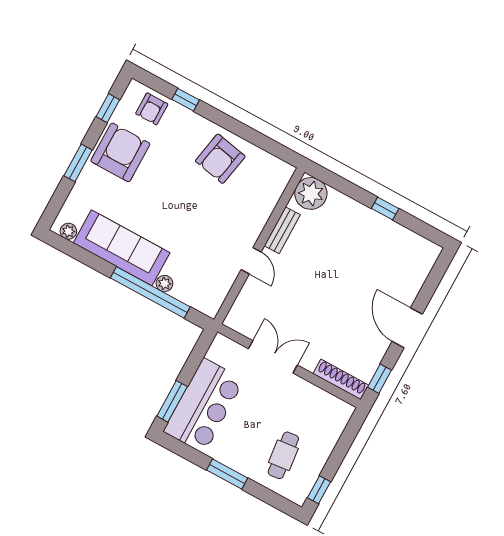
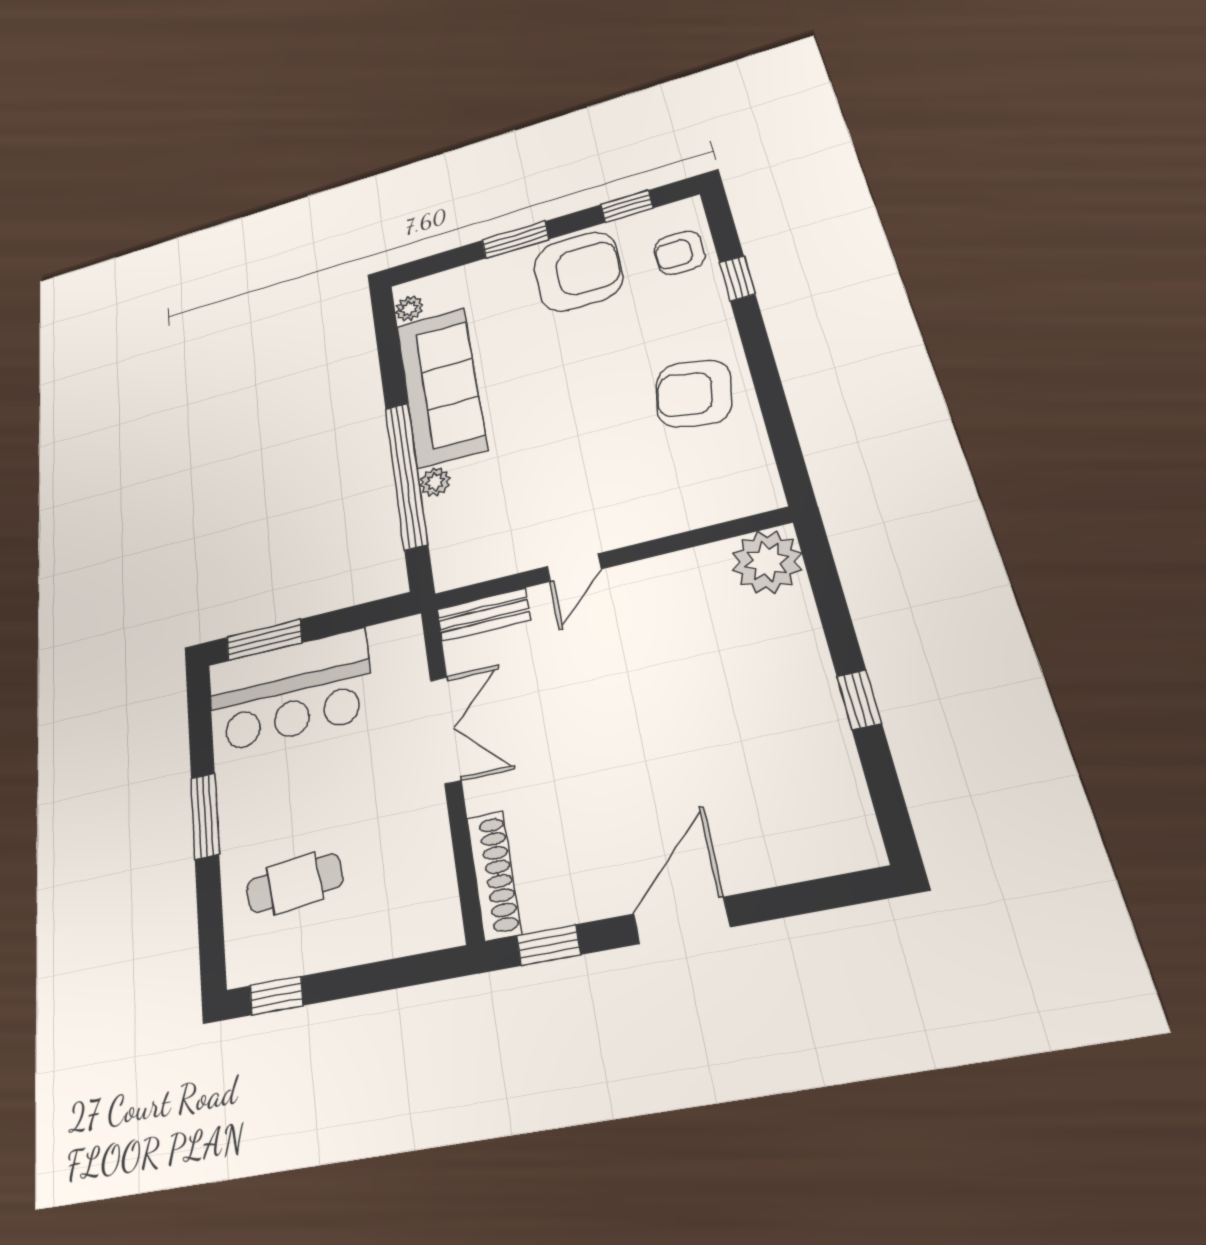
bench: (282, 230) -> (483, 615), moved

